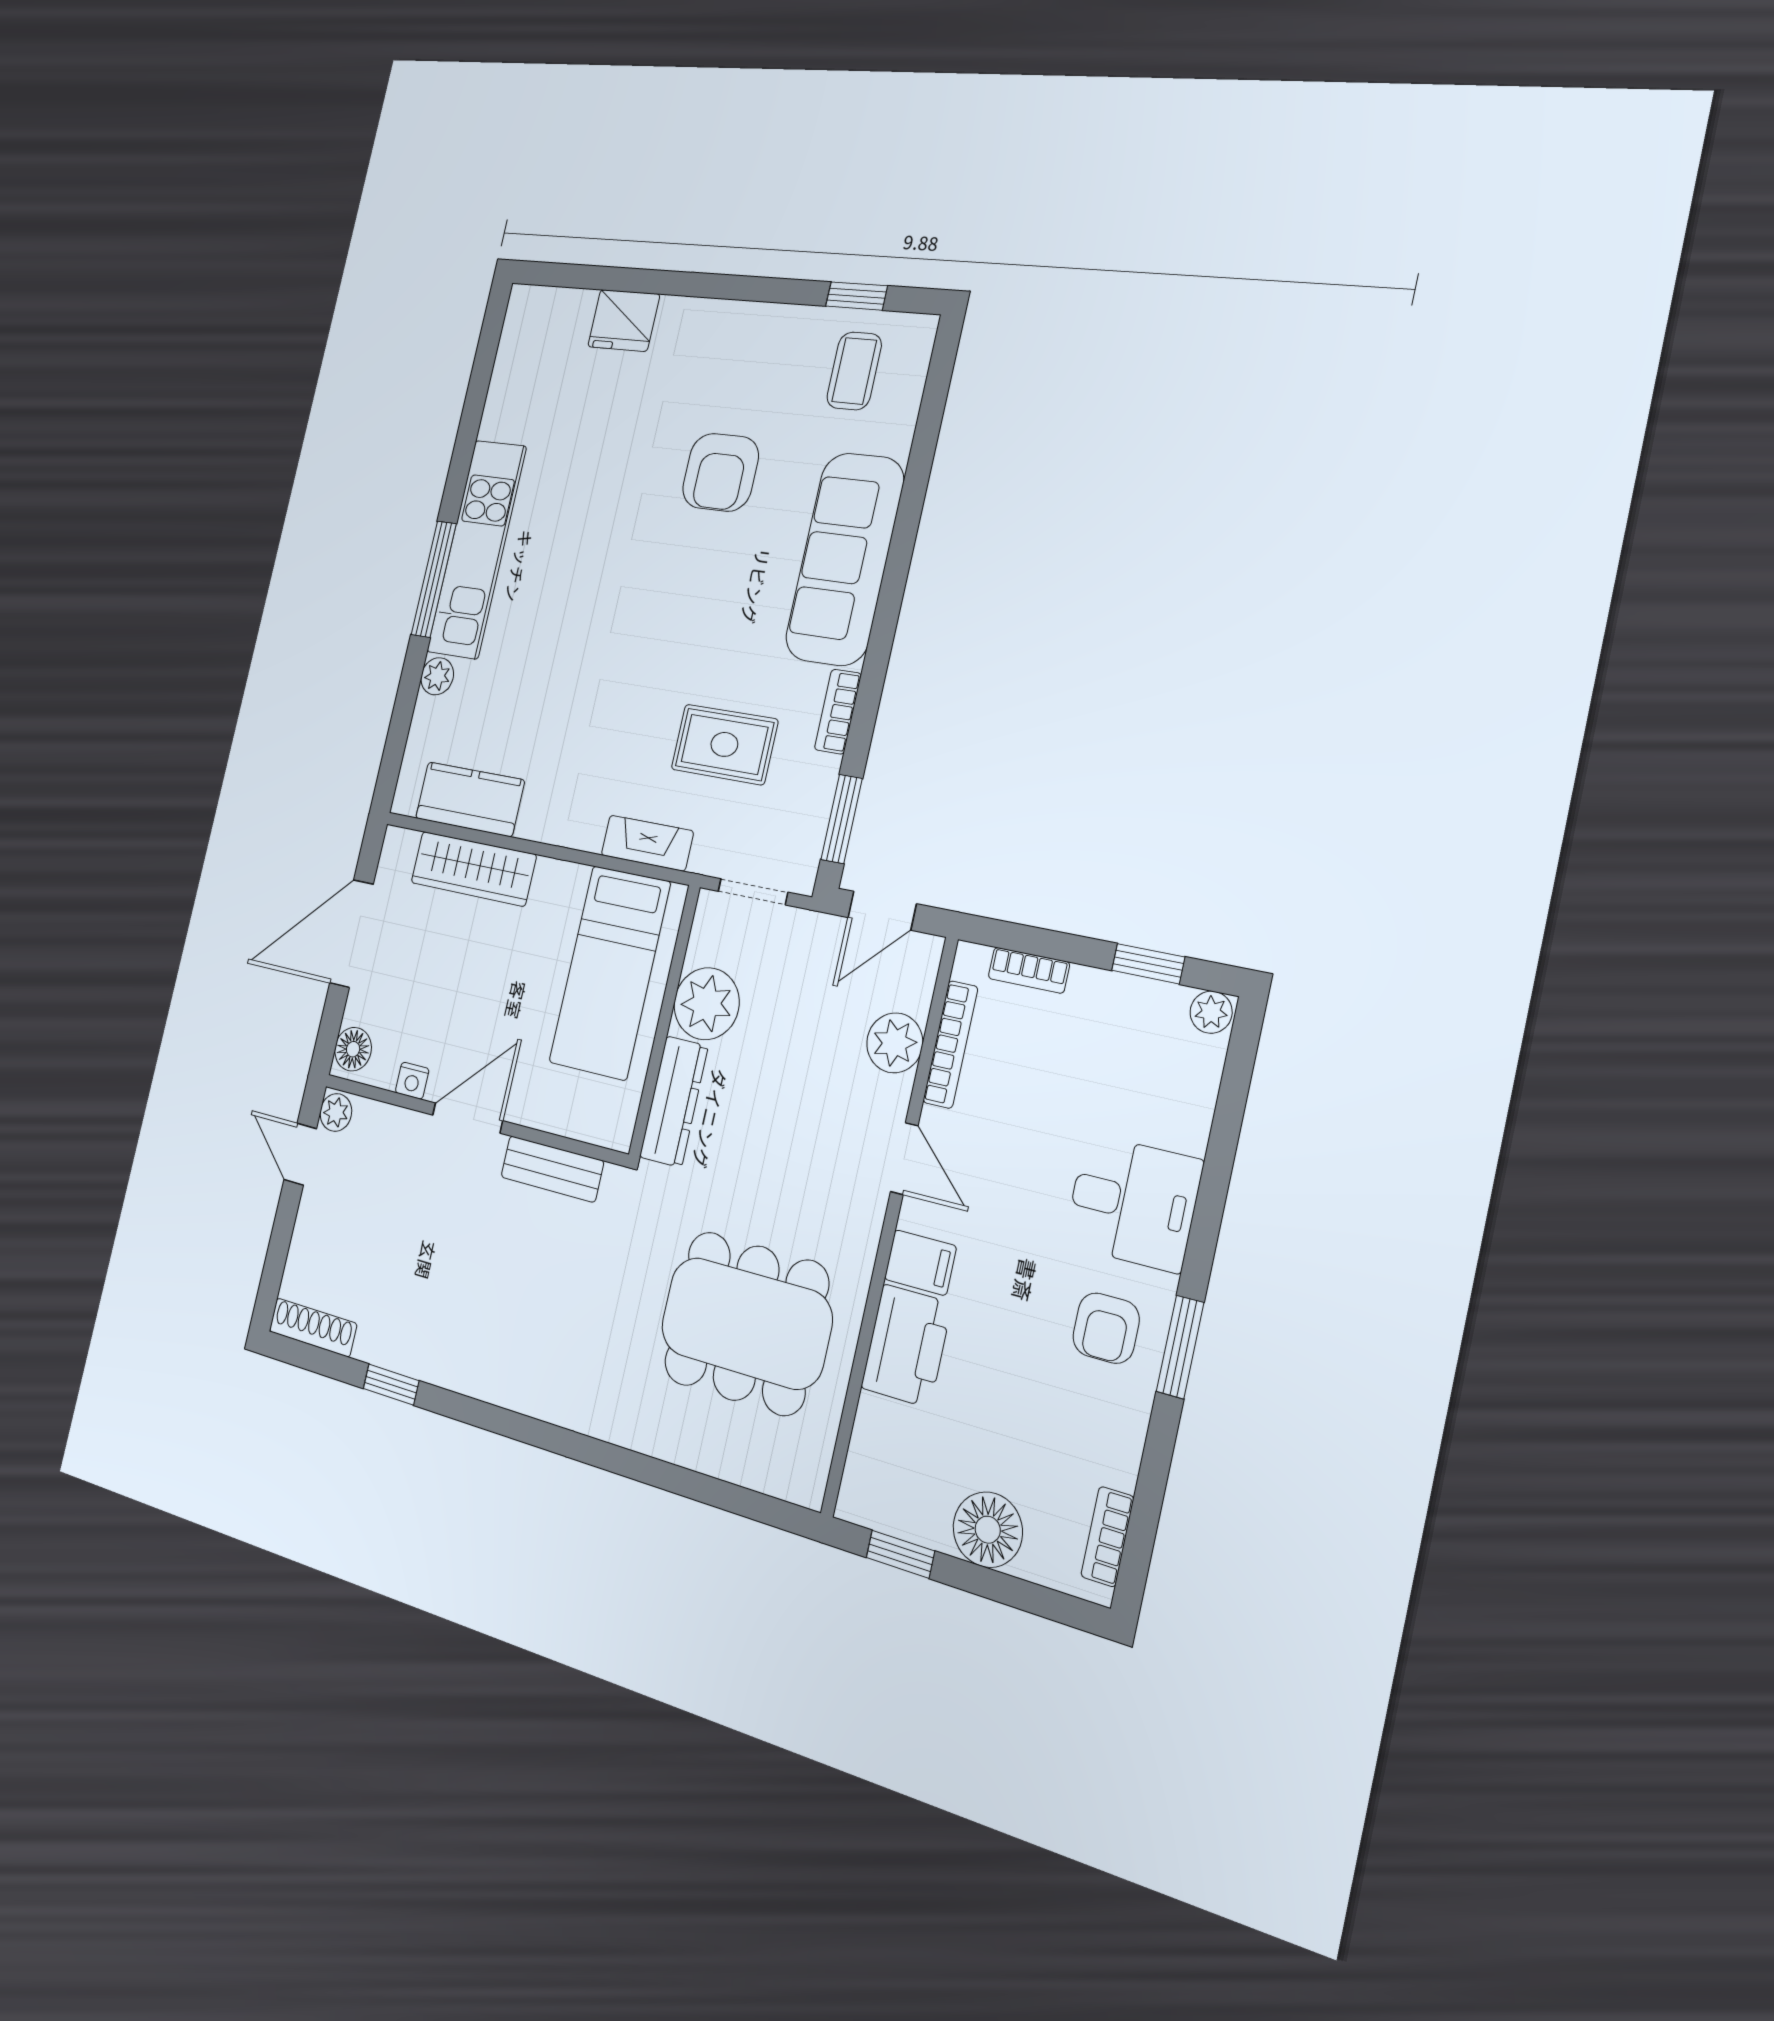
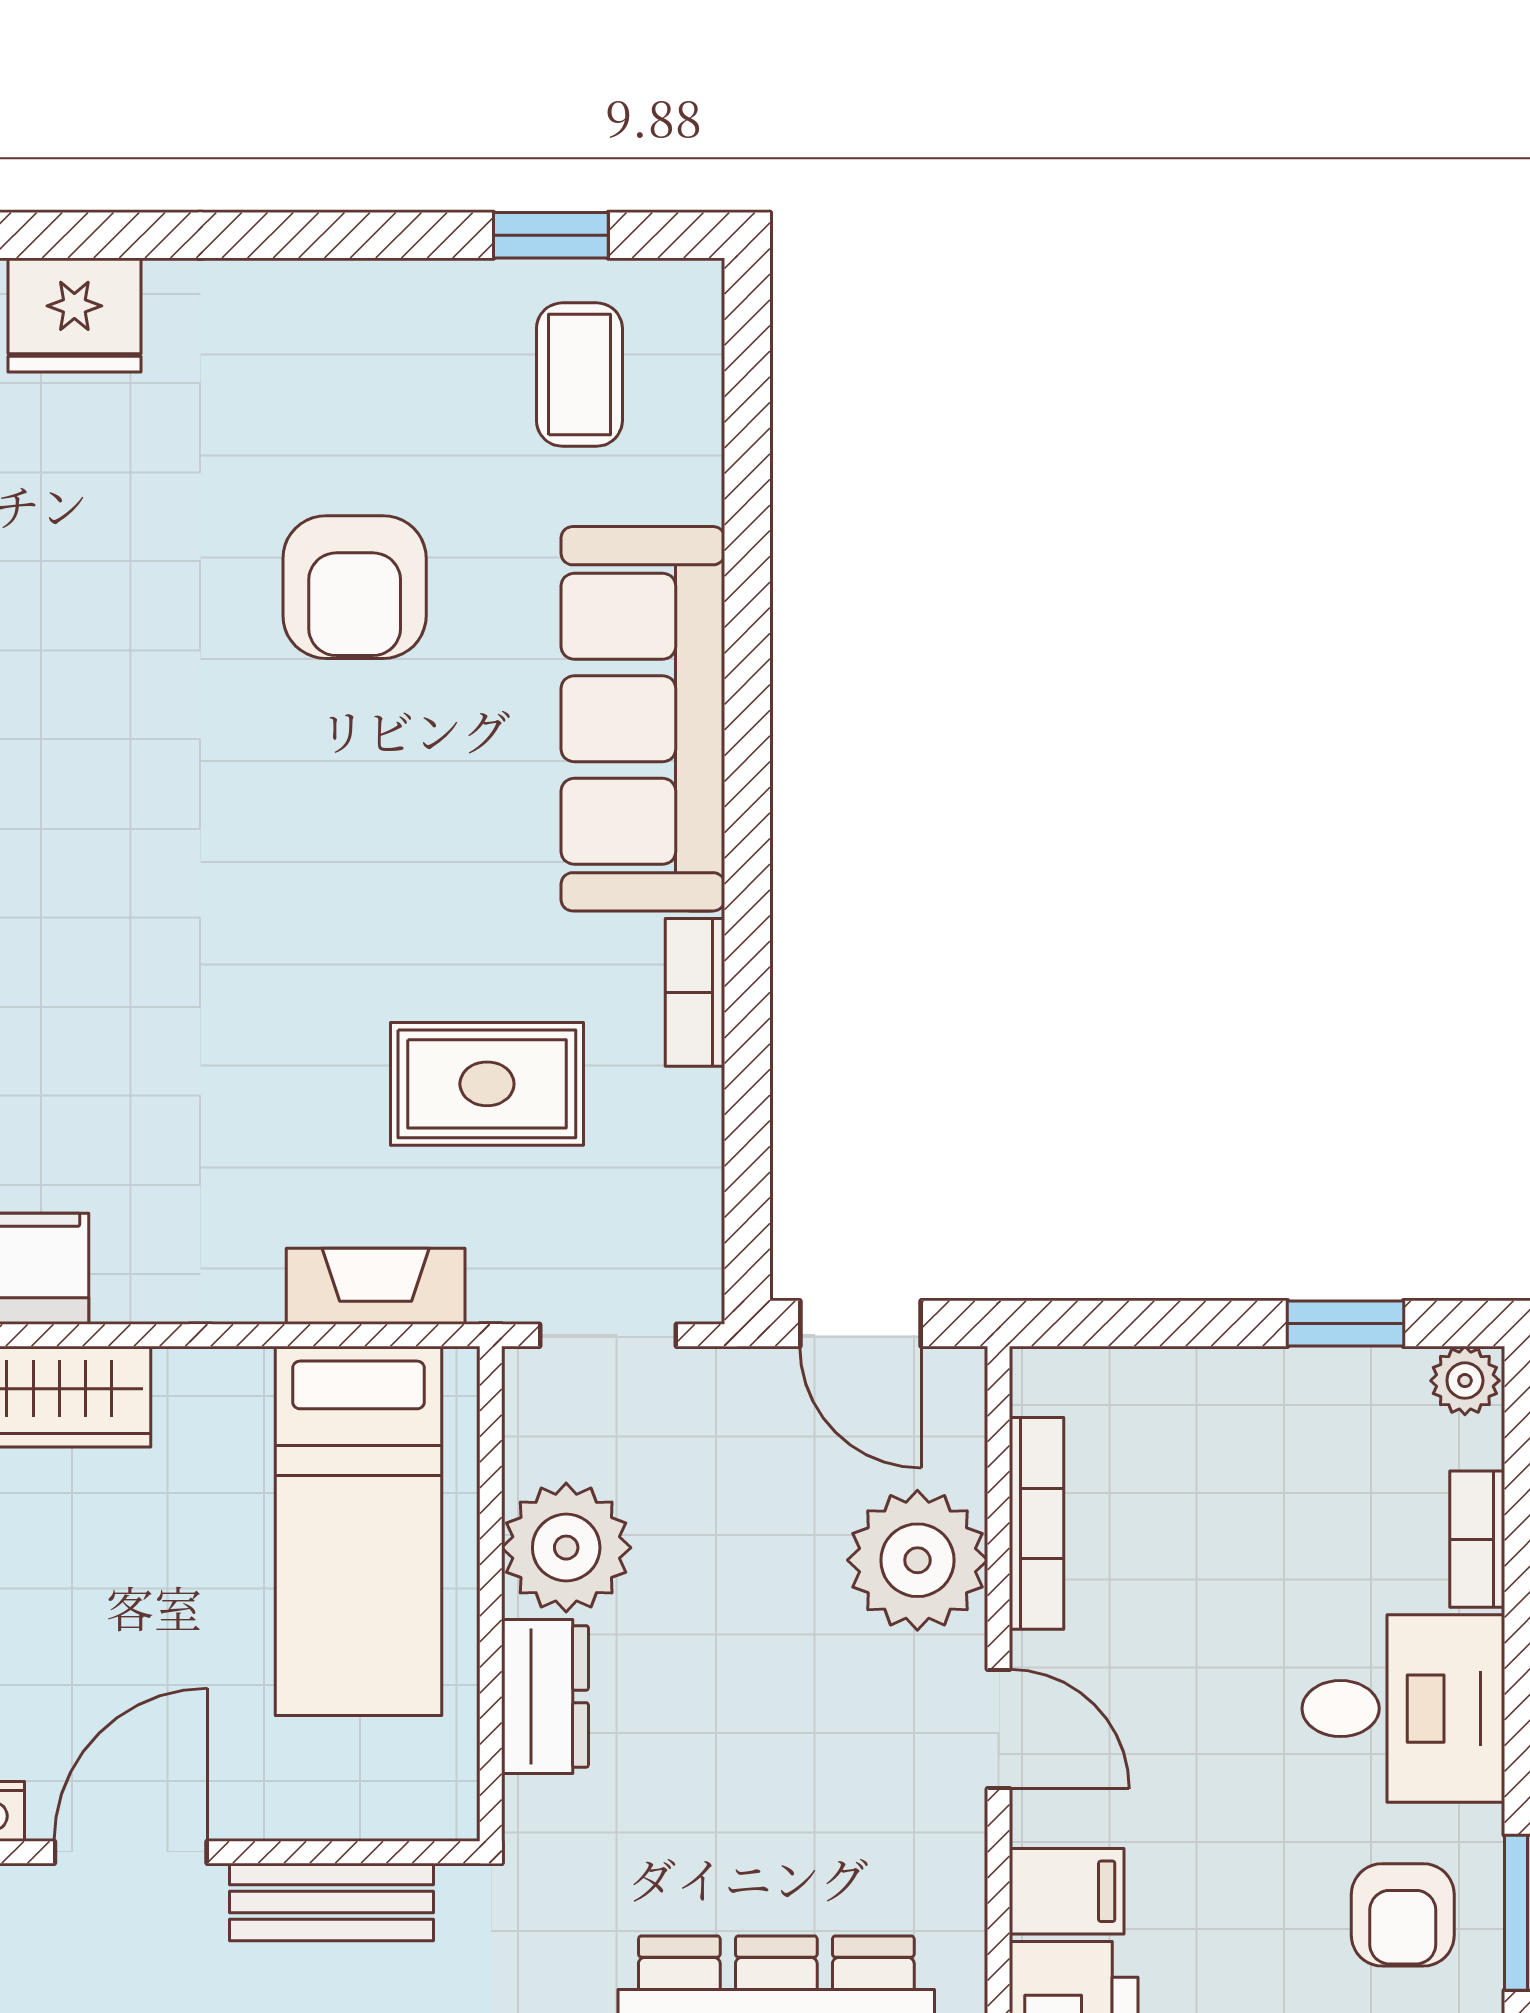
window: (842, 819) -> (747, 1179), removed
door: (882, 911) -> (861, 1323), hinge flipped
bookcase: (1029, 970) -> (1477, 1539), moved, turned 90
plant: (895, 1043) -> (917, 1560), width x1.36, depth x1.36
dresser: (674, 1102) -> (545, 1696), width x0.70

